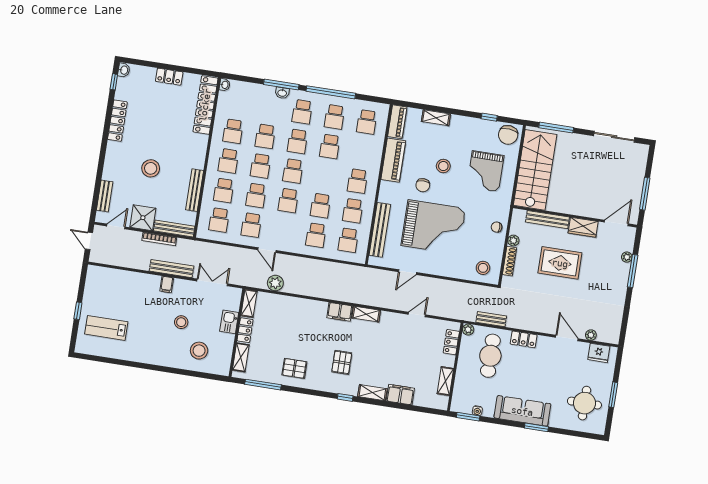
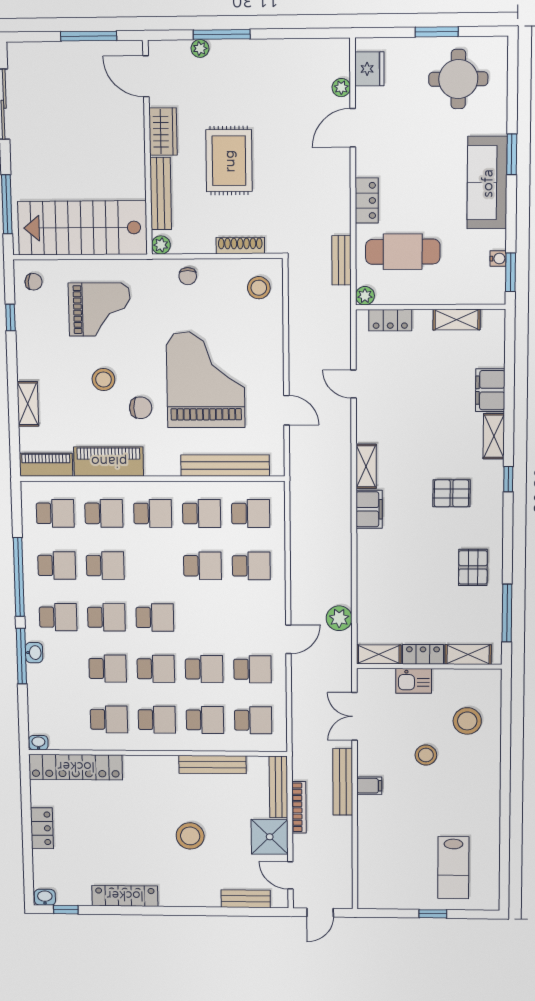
chair: (508, 135) -> (34, 282), width x0.54, depth x0.54
school desk: (288, 201) -> (104, 513), moved
plant: (513, 241) -> (161, 245), moved

